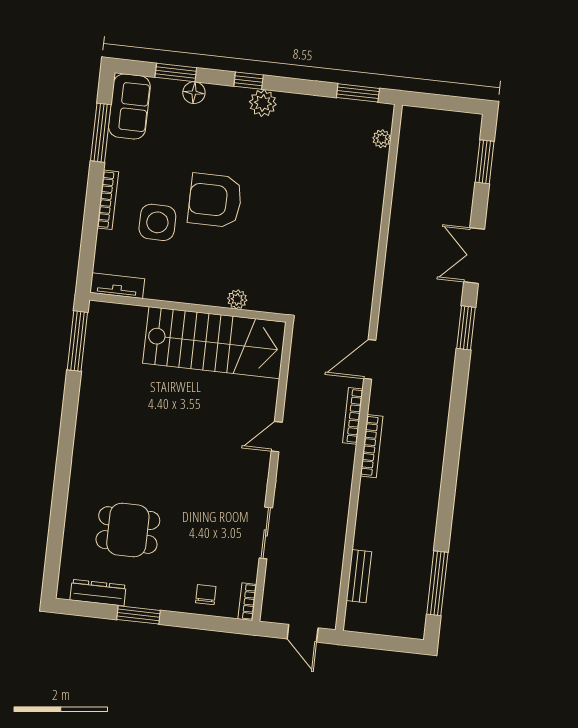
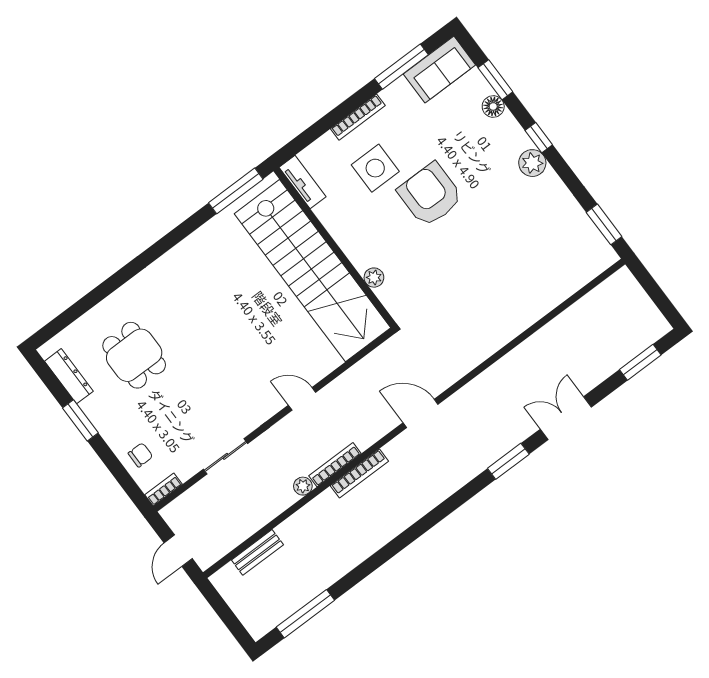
plant: (382, 139) -> (303, 486), moved
stairs: (214, 343) -> (312, 271), width x1.36
bookcase: (353, 416) -> (335, 465), moved

